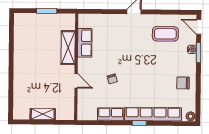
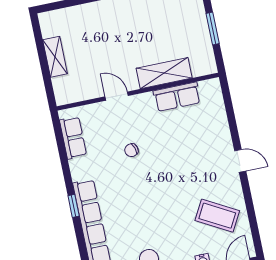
coffee table: (165, 34) -> (217, 216), turned -61
door: (76, 81) -> (117, 96), swing flipped
row of seats: (111, 114) -> (73, 138), moved

